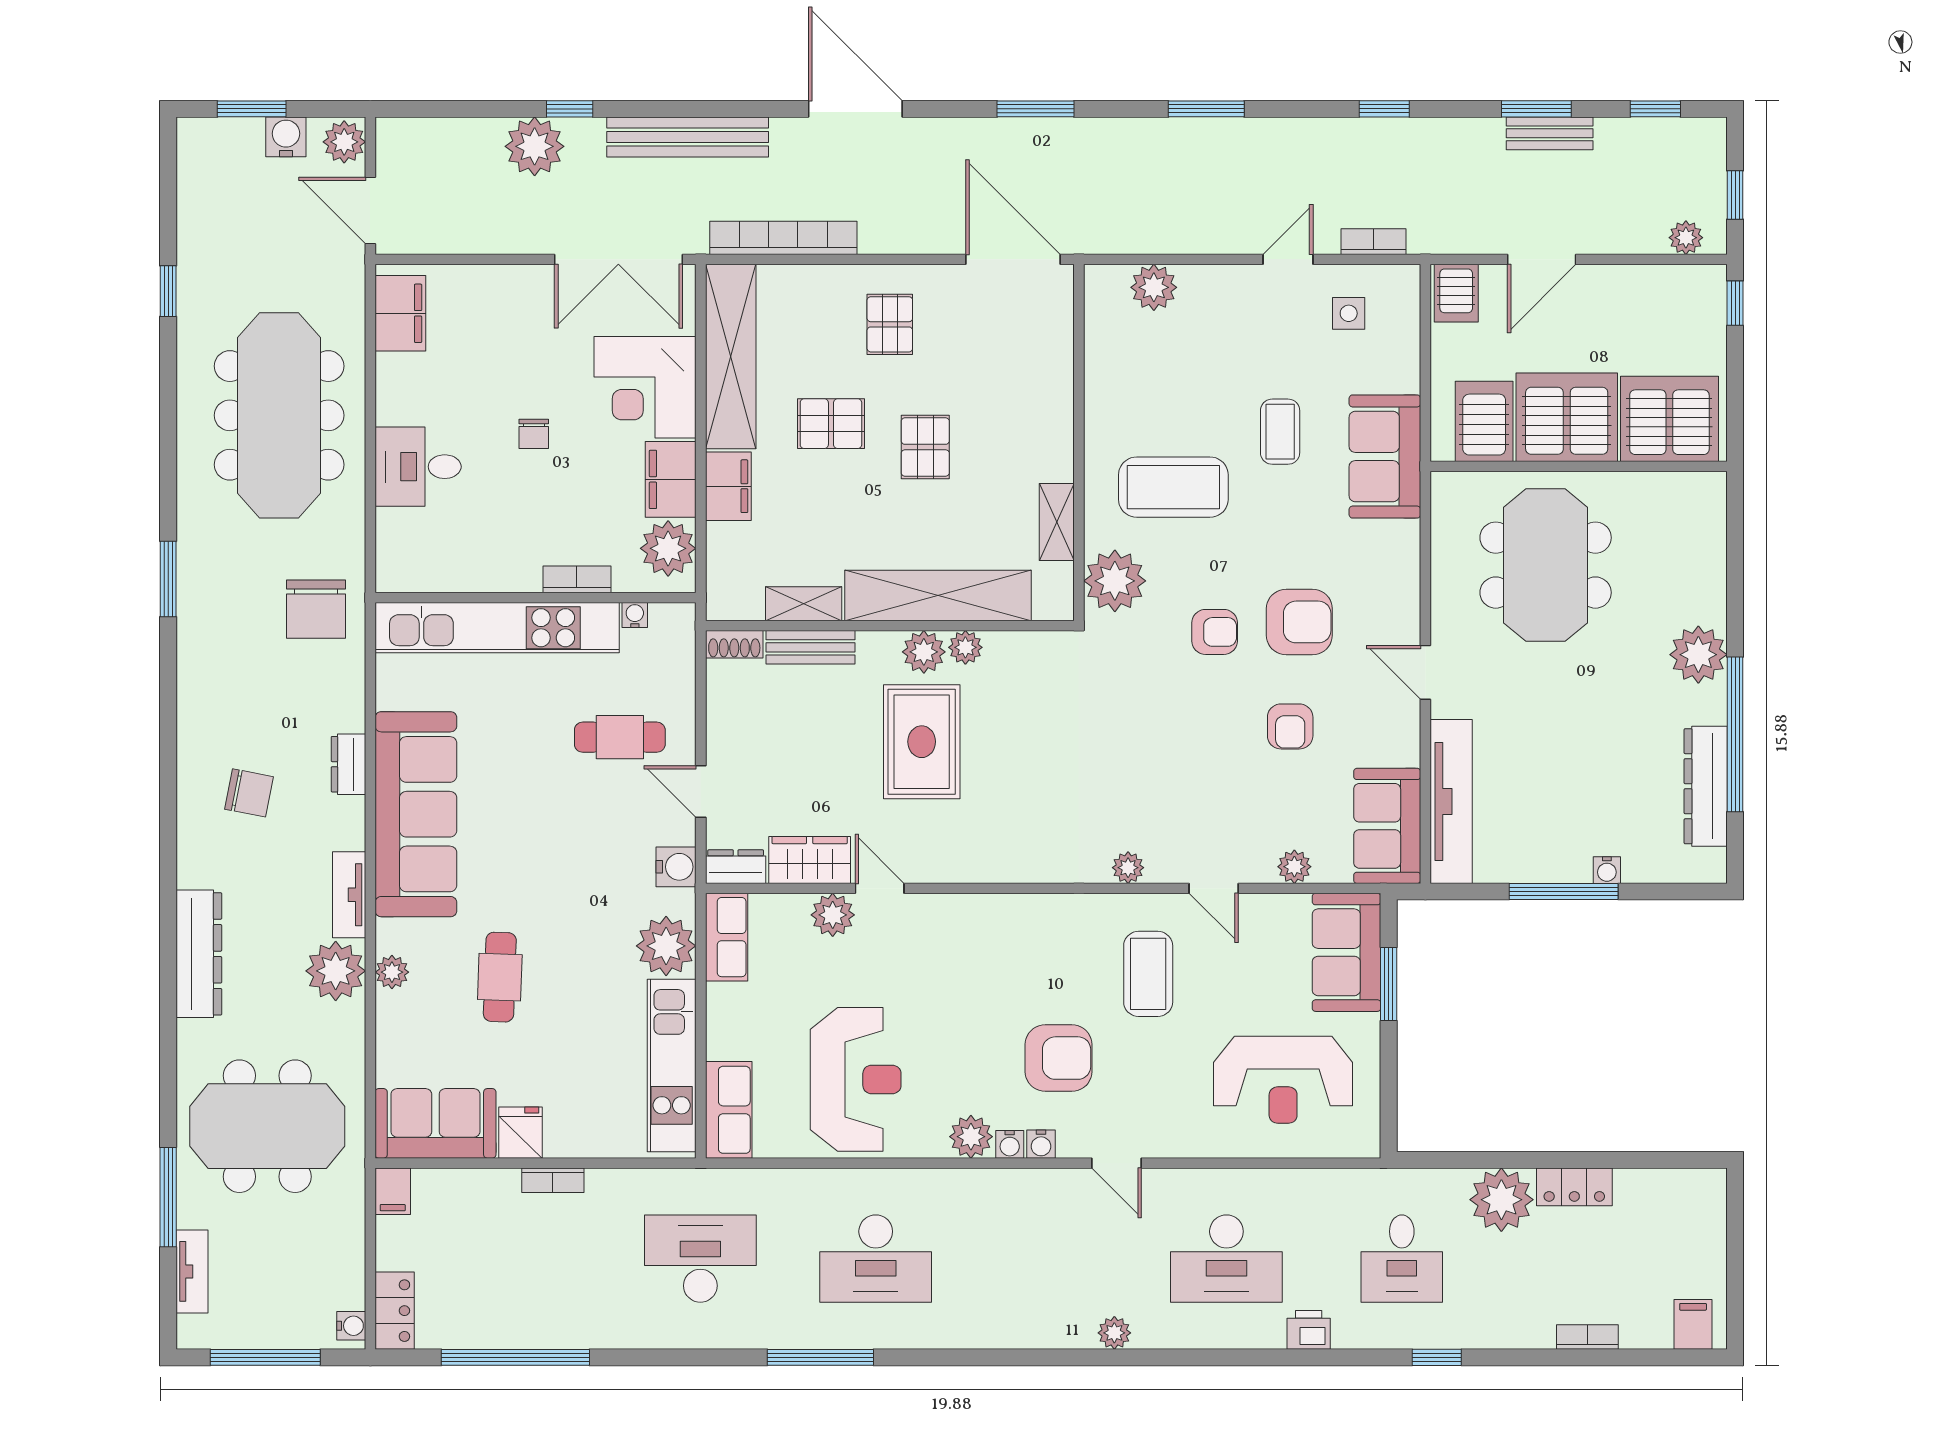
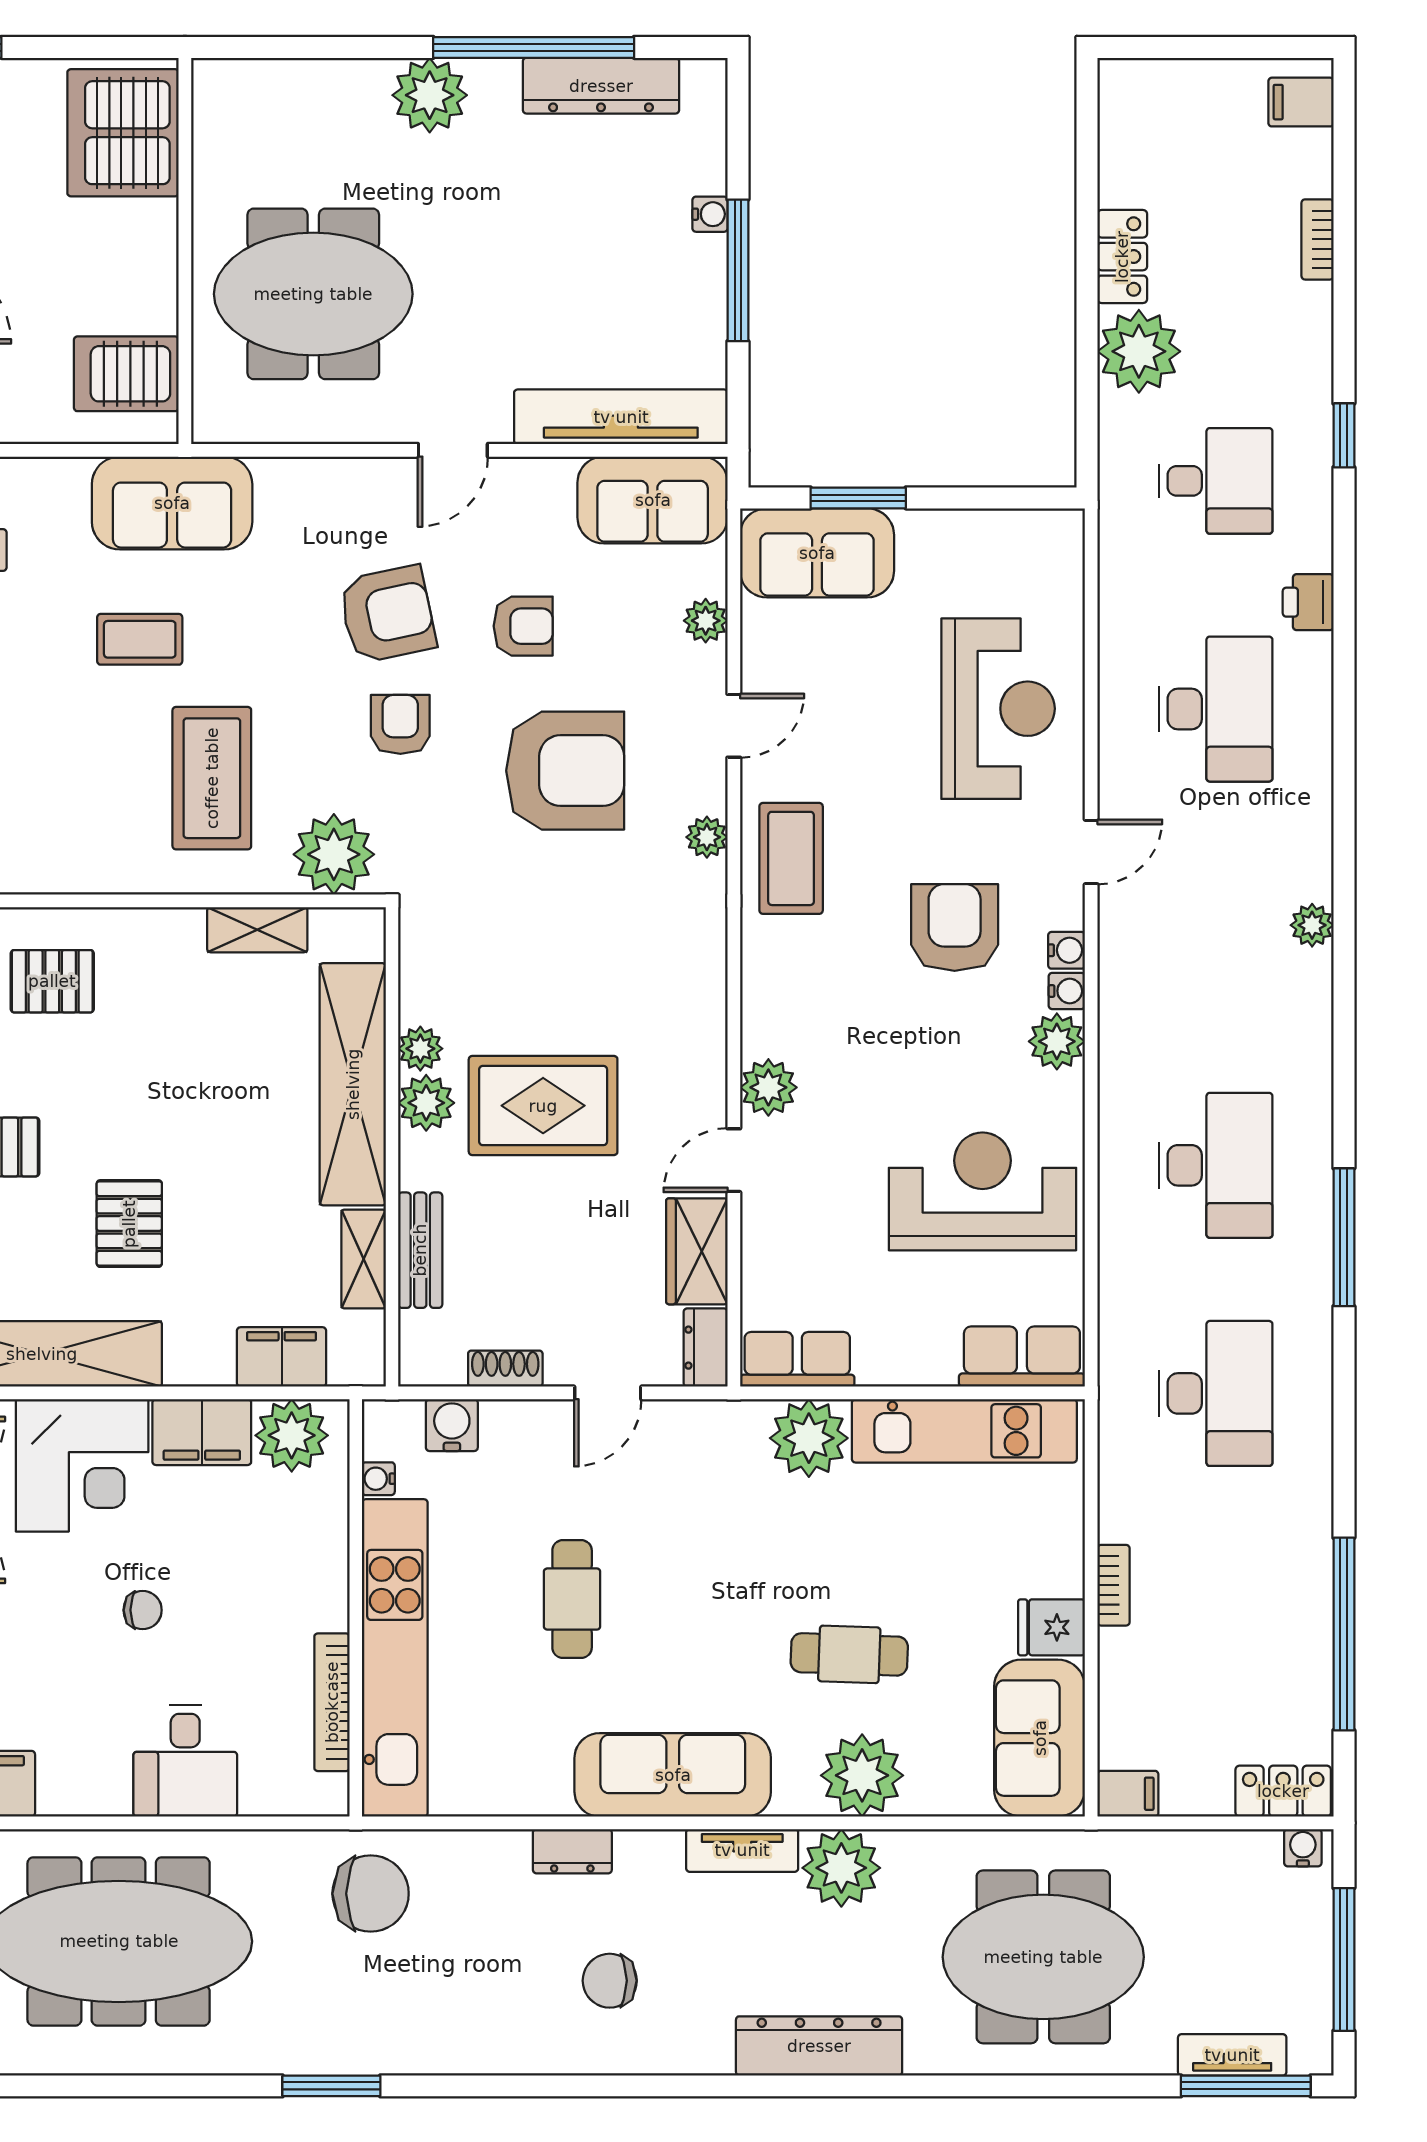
server rack: (1567, 417) -> (121, 266), removed
pallet: (925, 447) -> (52, 981), moved
filing cabinet: (728, 486) -> (282, 1357), moved
bookcase: (577, 579) -> (332, 1702), moved, width x1.56
armchair: (1299, 622) -> (387, 614), turned 78
shoe rack: (734, 644) -> (505, 1369), moved, turned -90
cafe table: (620, 737) -> (572, 1599), moved
armchair: (1179, 759) -> (565, 771), added
chair: (249, 793) -> (610, 1981), turned -101
sofa: (416, 814) -> (673, 1775), width x0.74, depth x0.79
water cooler: (676, 867) -> (452, 1425), moved
plant: (833, 915) -> (768, 1087), moved
plant: (392, 972) -> (862, 1775), width x1.87, depth x1.87
coffee table: (1148, 974) -> (791, 858), moved, turned 90
reception desk: (1283, 1080) -> (998, 709), moved
meeting table: (267, 1126) -> (1043, 1957), turned 90
window: (168, 1197) -> (1246, 2086), moved
desk: (700, 1259) -> (1215, 1393), turned 180
plant: (1114, 1333) -> (1312, 925), moved

